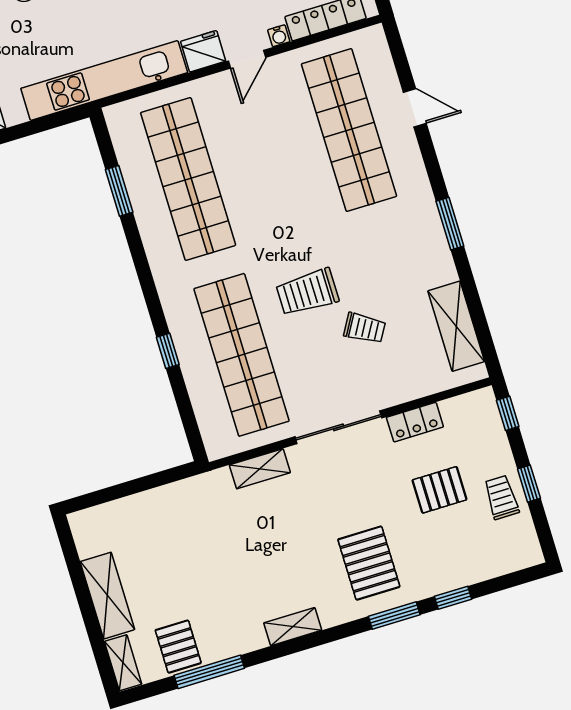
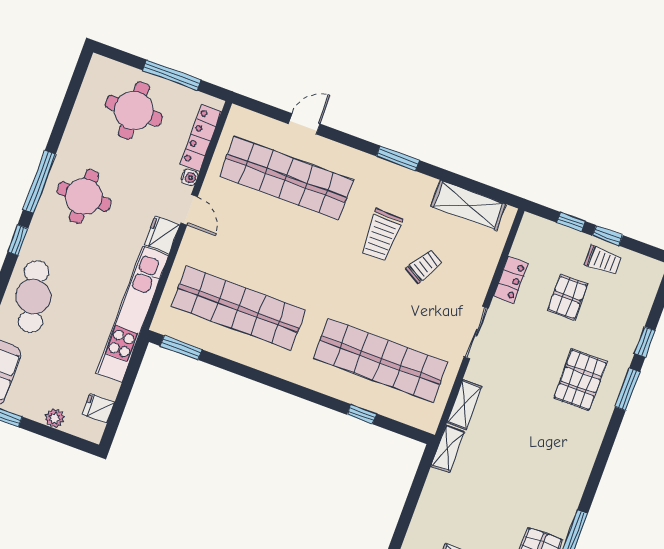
window: (119, 191) -> (181, 348), moved
trolley: (307, 292) -> (381, 235), moved
window: (168, 351) -> (362, 414), moved
window: (508, 413) -> (571, 222), moved
sliding door: (338, 427) -> (476, 333), width x0.73
trolley: (501, 497) -> (603, 260), turned 180
pallet: (369, 563) -> (580, 380), turned 90
shelving: (293, 627) -> (448, 449), moved

